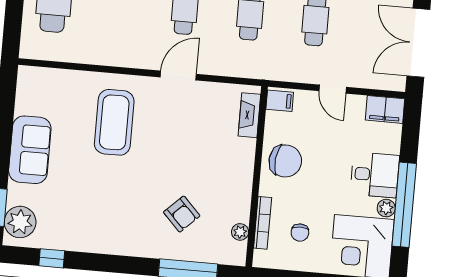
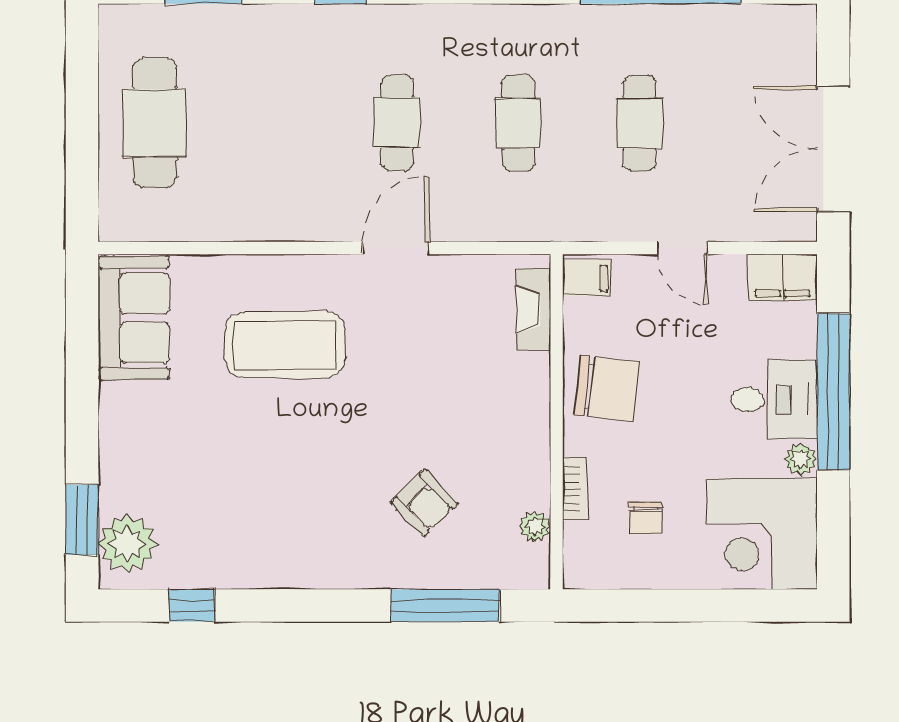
coffee table: (114, 122) -> (285, 345), turned 90
sofa: (30, 150) -> (134, 318), moved
window: (404, 205) -> (833, 392), moved
bookcase: (263, 223) -> (575, 489), width x0.64

